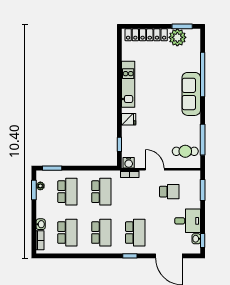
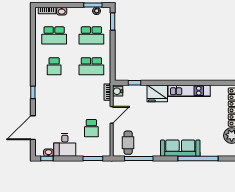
fridge: (129, 119) -> (157, 93), width x1.88, depth x1.34
school desk: (101, 233) -> (54, 66), width x0.54
school desk: (135, 233) -> (54, 97), removed

